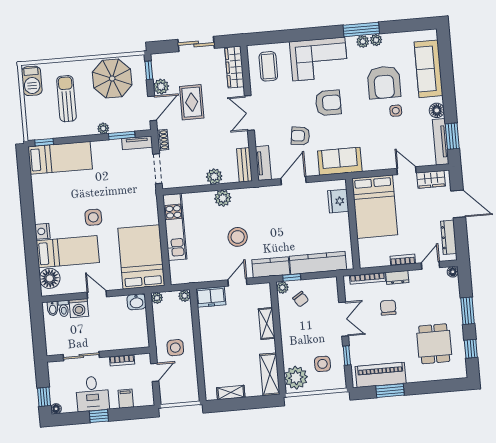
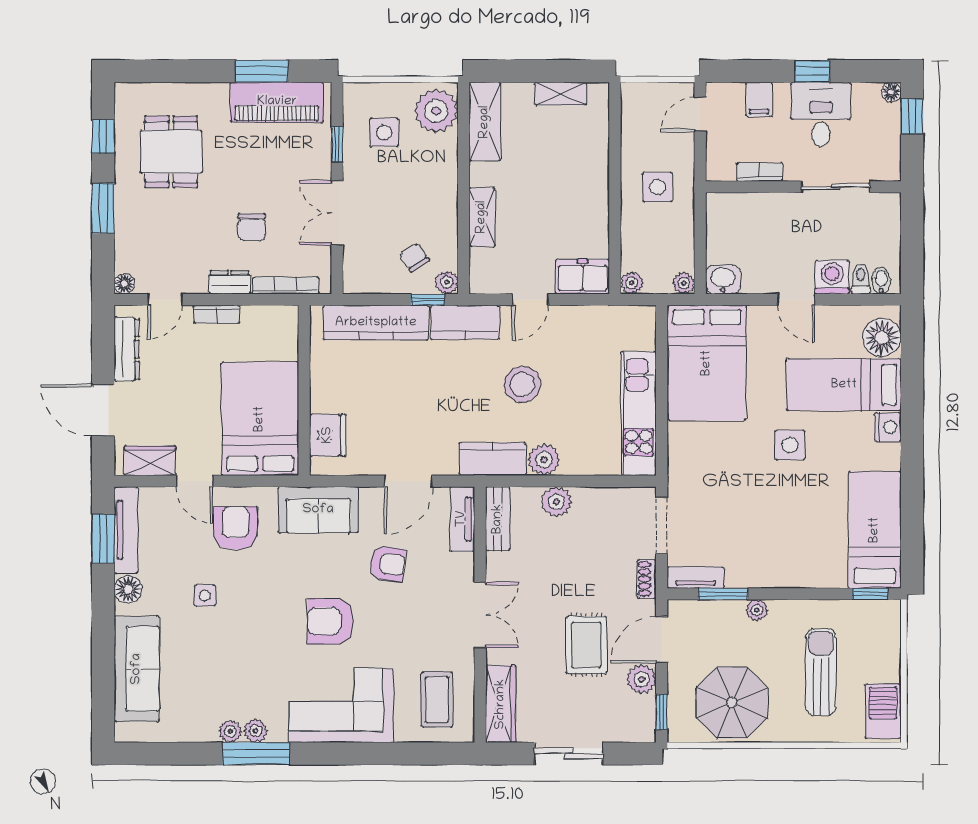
armchair: (384, 82) -> (236, 528), moved, width x0.73, depth x0.73
sun lounger: (66, 99) -> (821, 672), turned 180
bed: (60, 158) -> (875, 530), moved, turned 90
kitchen counter: (250, 196) -> (493, 459), added
door: (155, 372) -> (700, 114), moved

